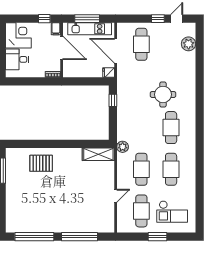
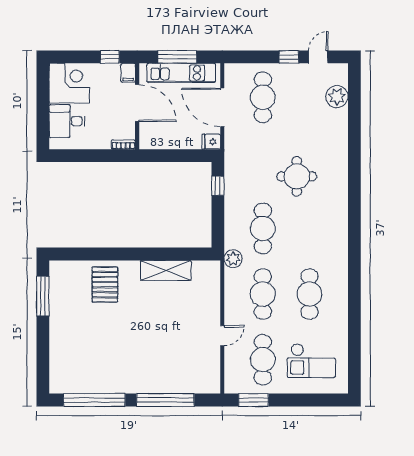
cafe table: (171, 128) -> (263, 228), moved
shelving: (98, 154) -> (166, 270), moved
pallet: (41, 163) -> (105, 285), turned 90
window: (158, 237) -> (253, 400), moved

